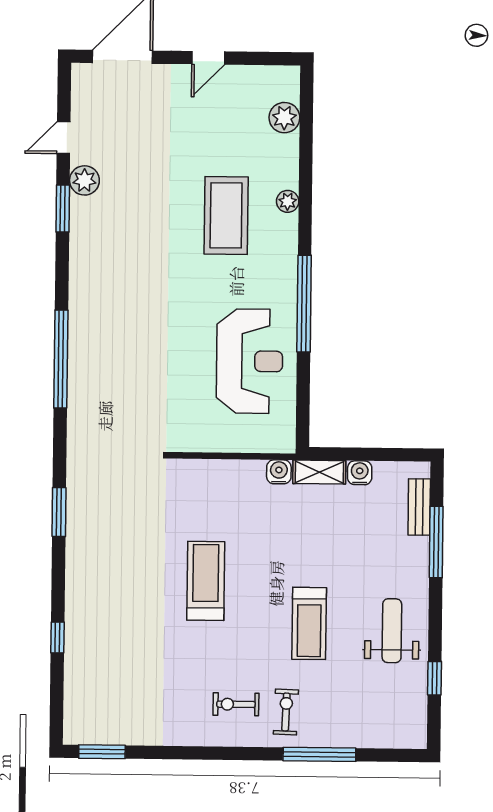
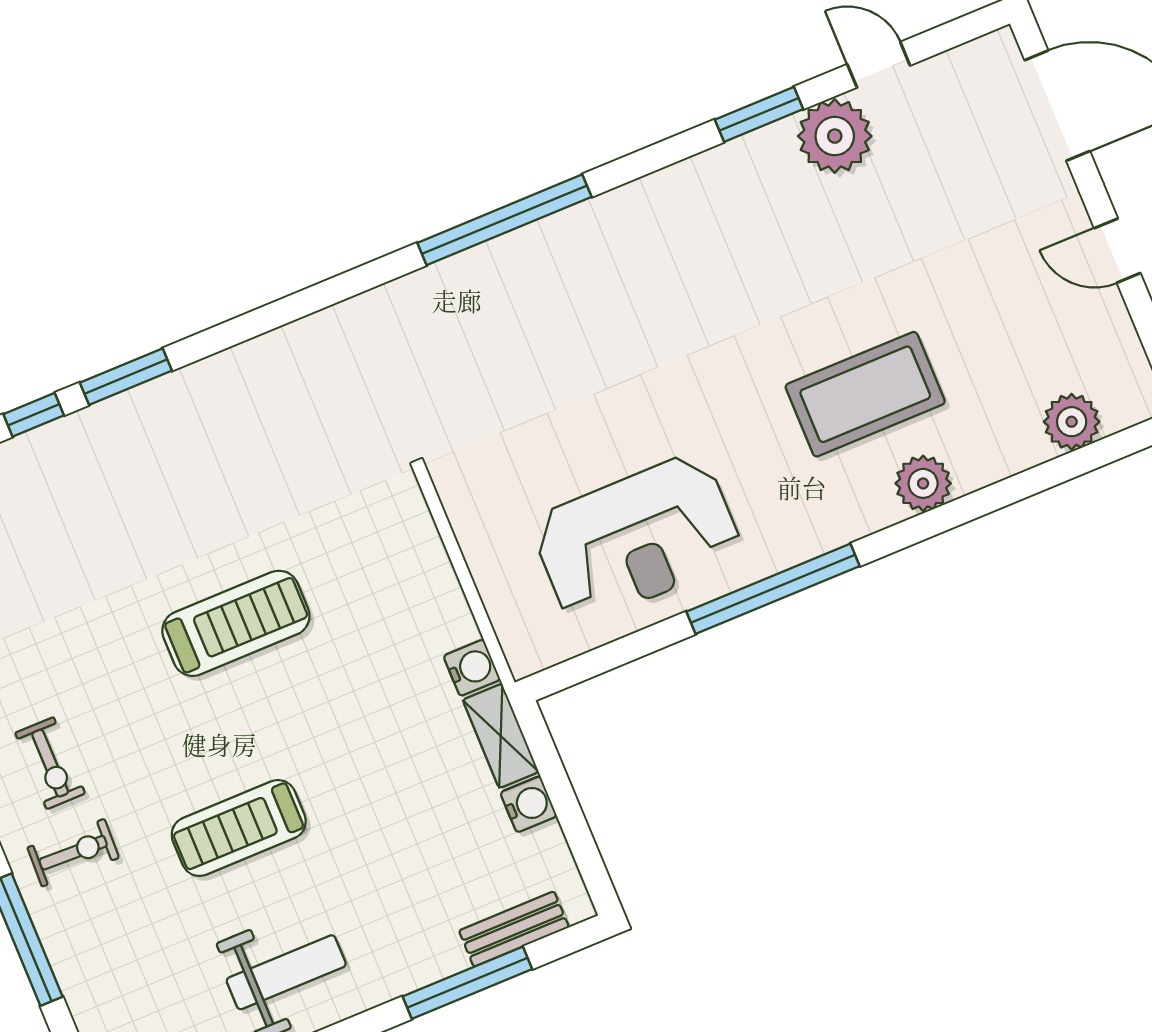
plant: (84, 180) -> (835, 136), width x1.36, depth x1.36
plant: (288, 201) -> (923, 483), width x1.38, depth x1.38
window: (59, 512) -> (126, 377), moved
exercise bike: (236, 704) -> (50, 763), turned 180

